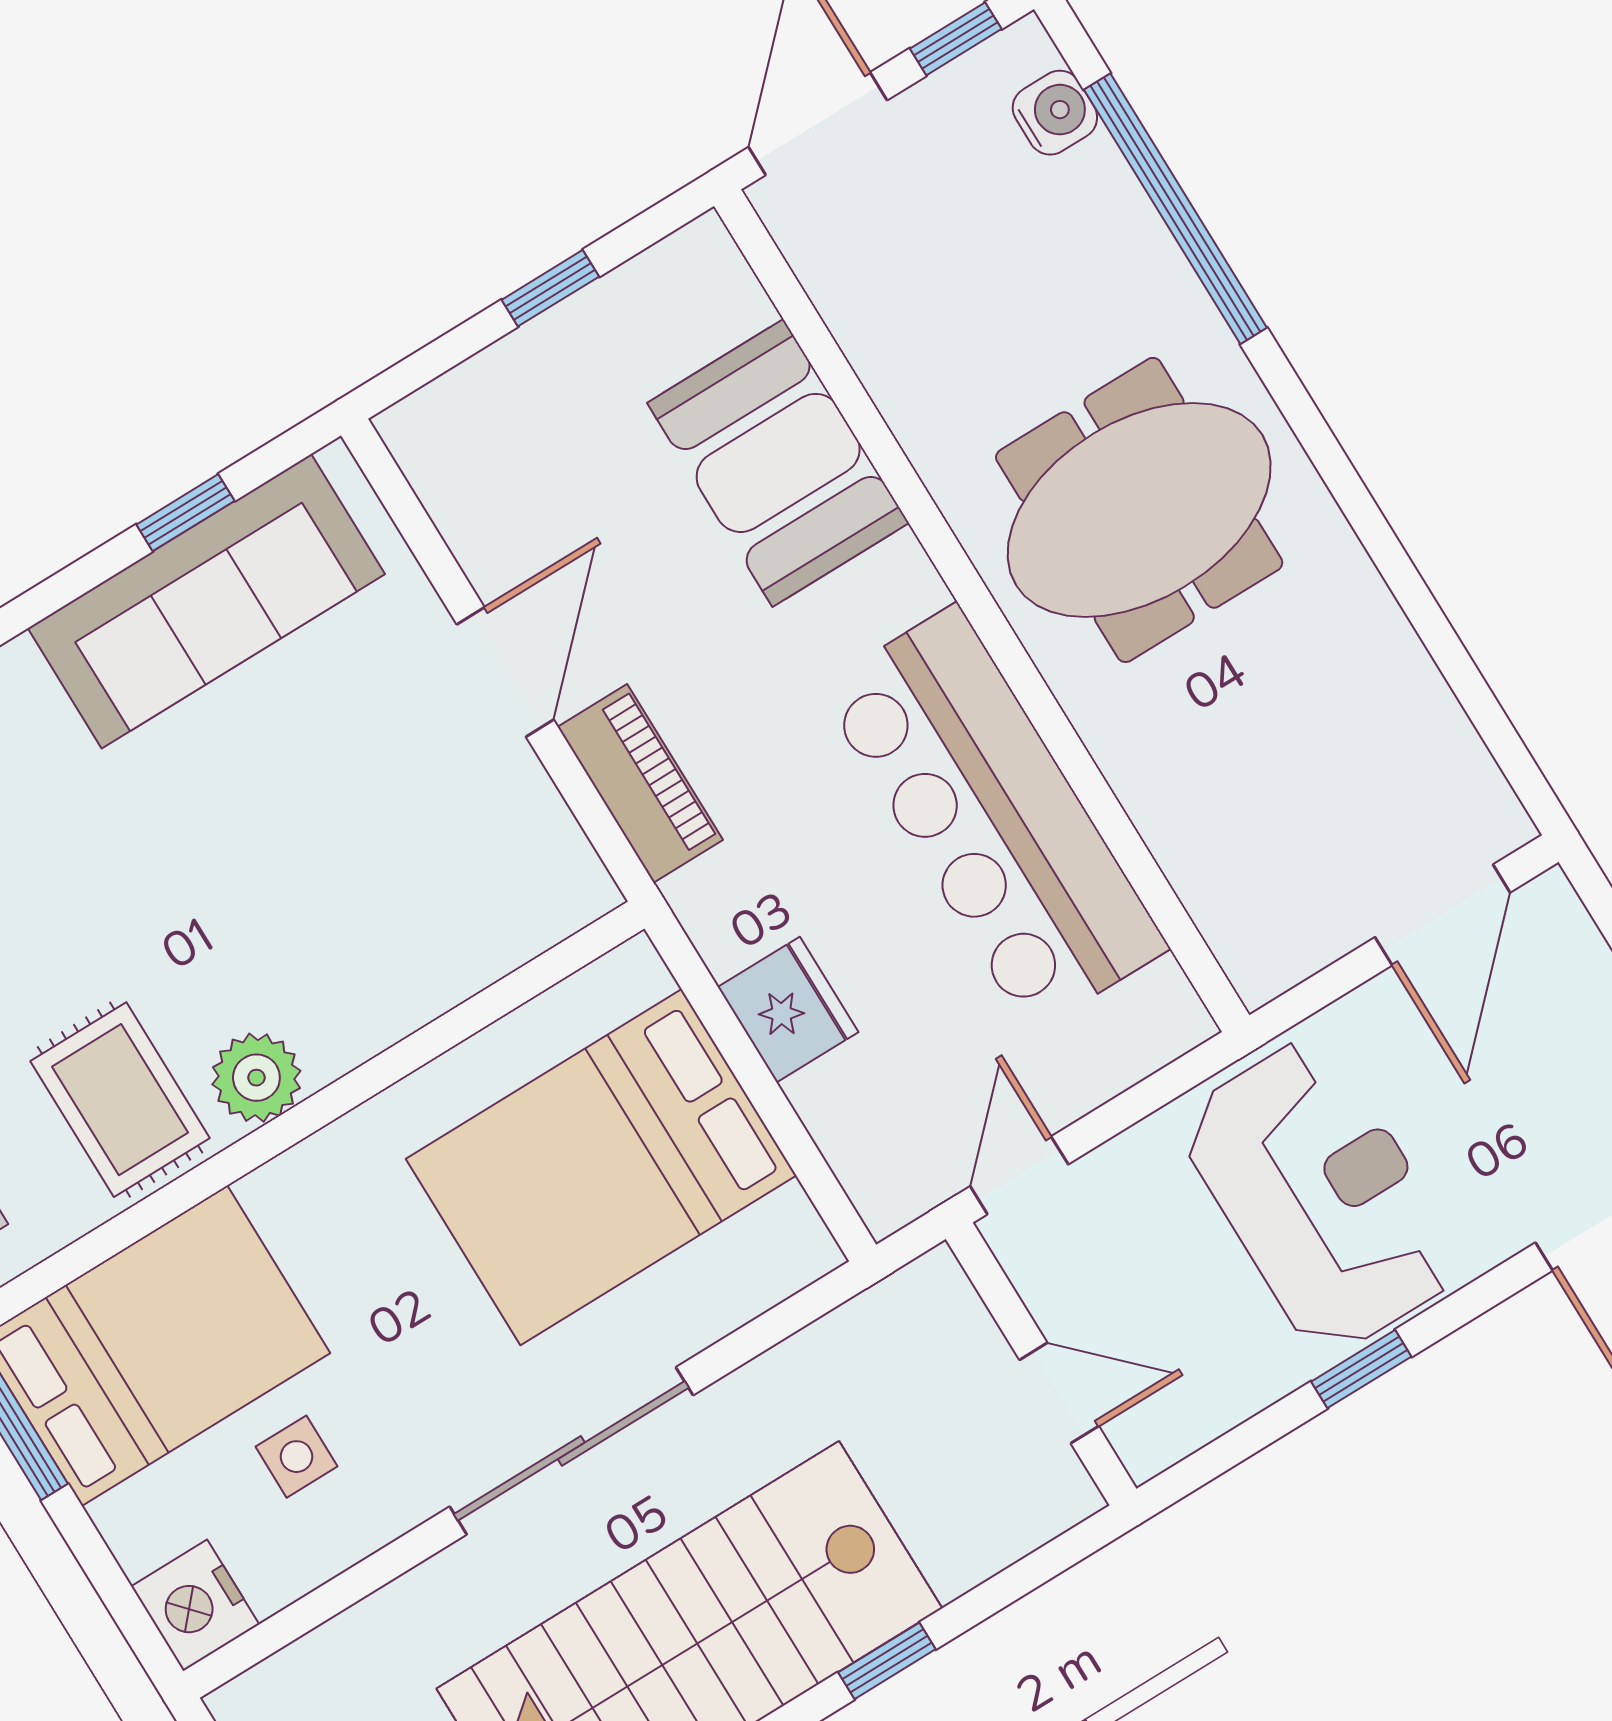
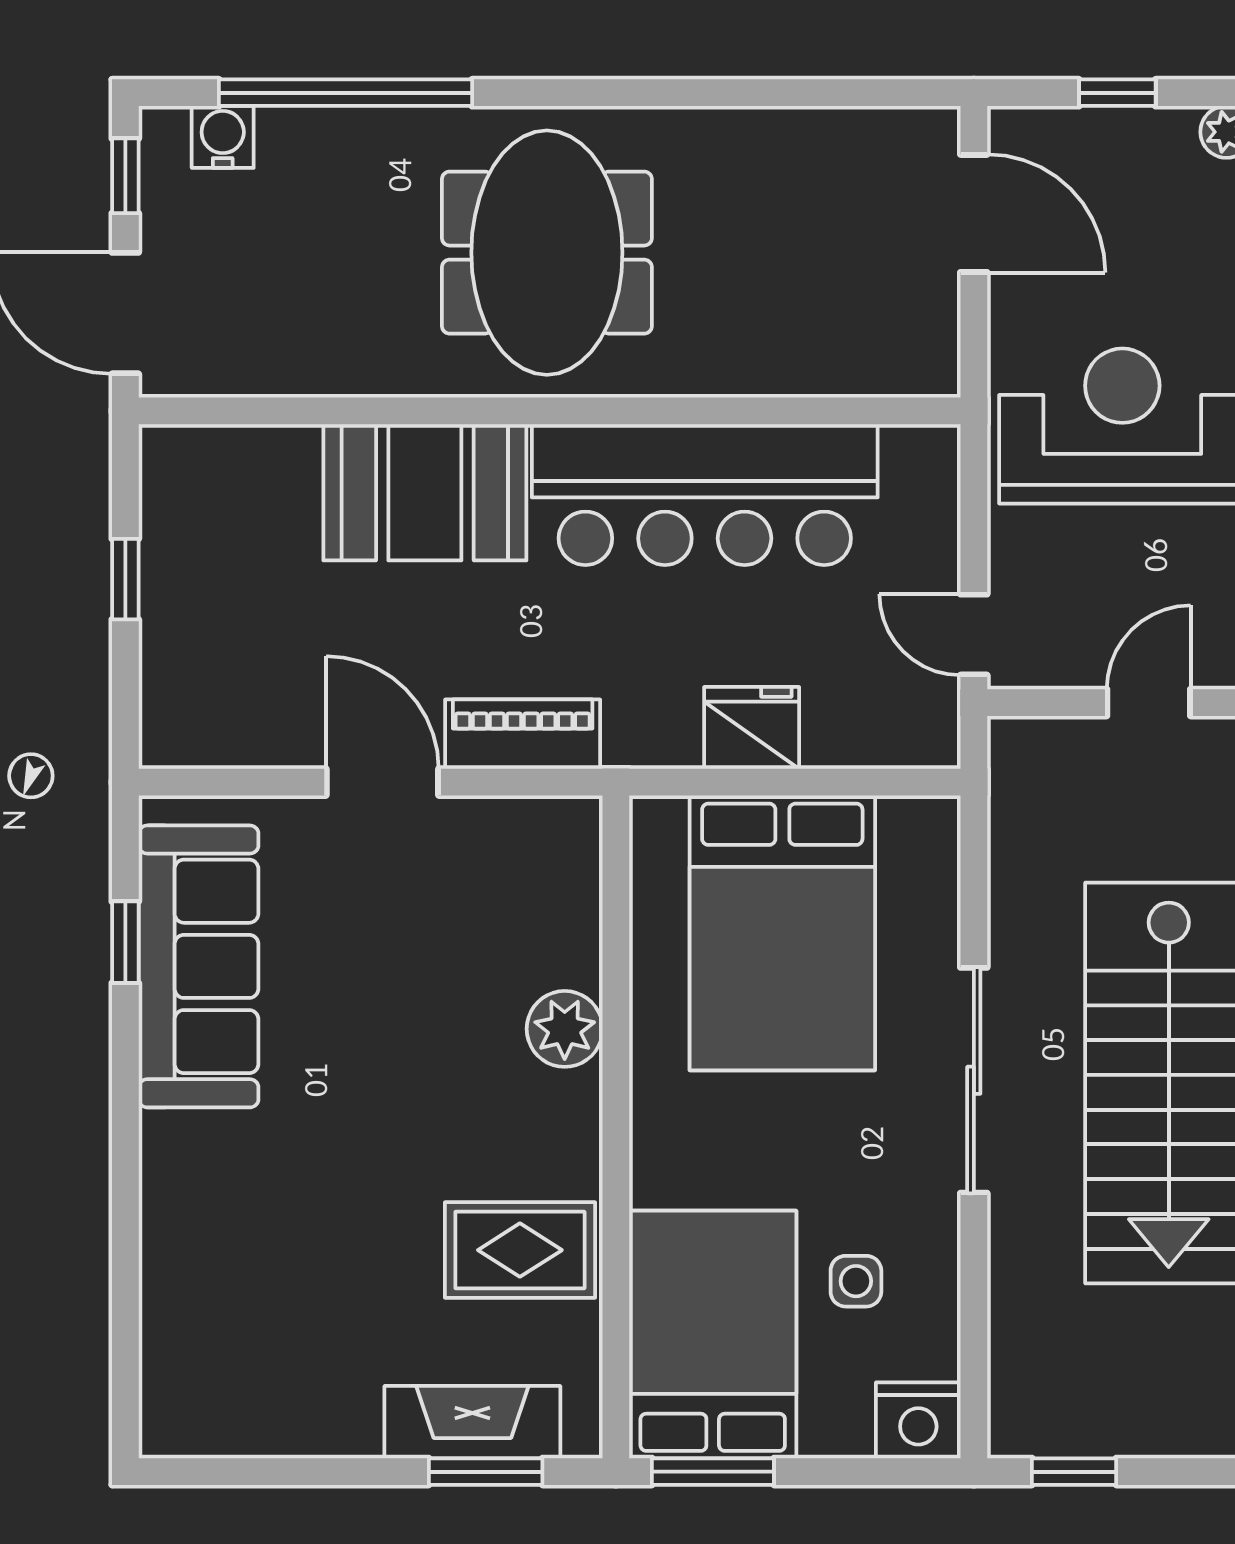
booth: (778, 463) -> (425, 492), moved
plant: (256, 1078) -> (565, 1029), moved

